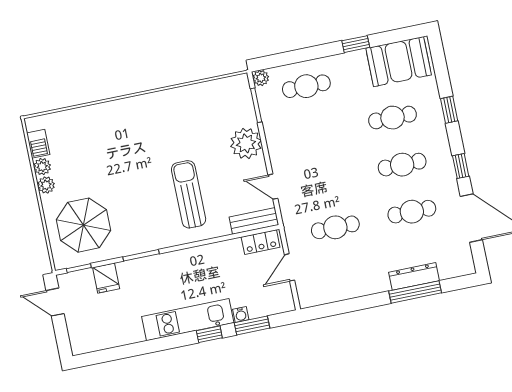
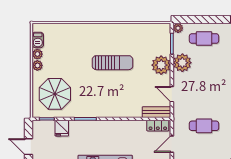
plant: (279, 133) -> (182, 63), added
sun lounger: (189, 194) -> (112, 63), moved, turned 90
door: (55, 302) -> (28, 147), moved

